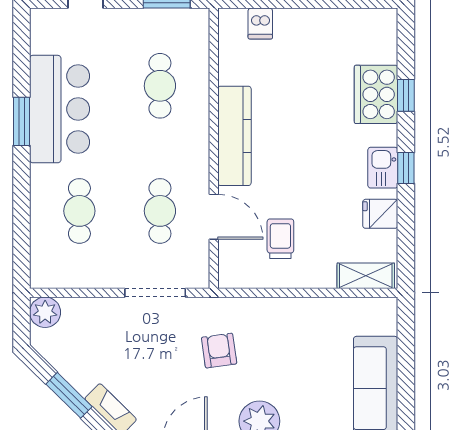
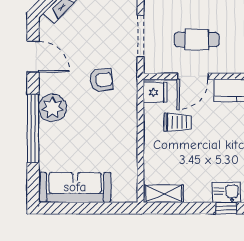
fridge: (380, 214) -> (155, 92), moved, turned 90
shelving: (366, 276) -> (164, 194), moved, turned 90

